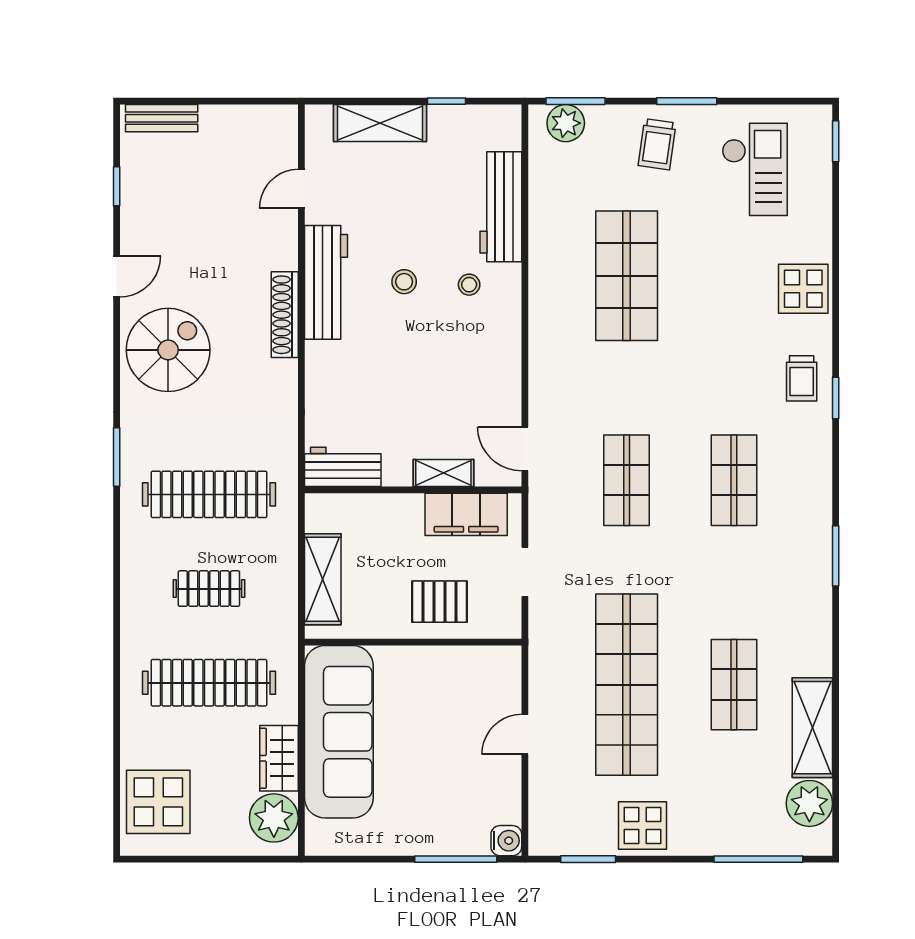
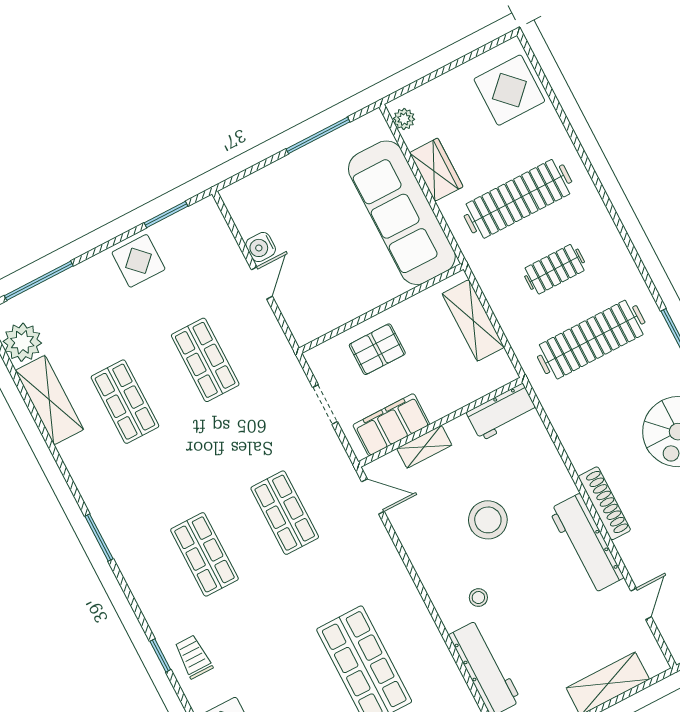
stool: (404, 282) -> (488, 520), moved, width x1.89, depth x1.89
shop shelf: (627, 685) -> (205, 360), width x0.50, depth x0.74
plant: (274, 818) -> (404, 119), width x0.53, depth x0.53
water cooler: (506, 841) -> (261, 247), moved
window: (456, 859) -> (318, 135), moved

